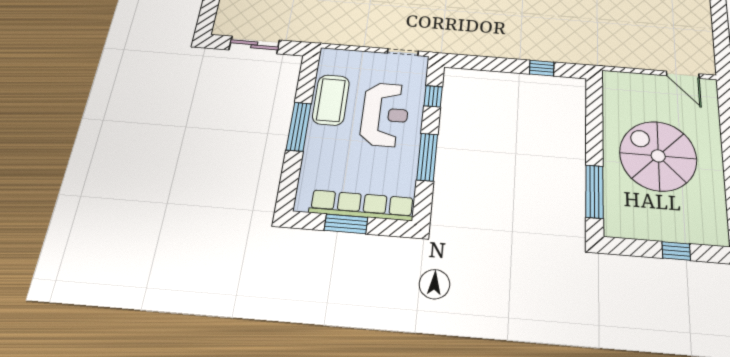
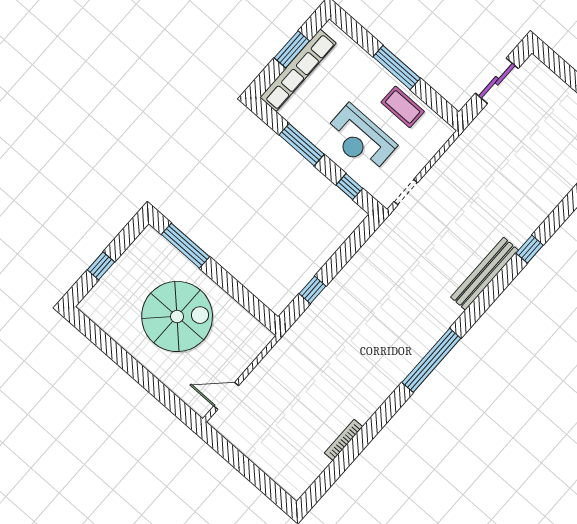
coffee table: (331, 100) -> (403, 107), width x0.73, depth x0.76

